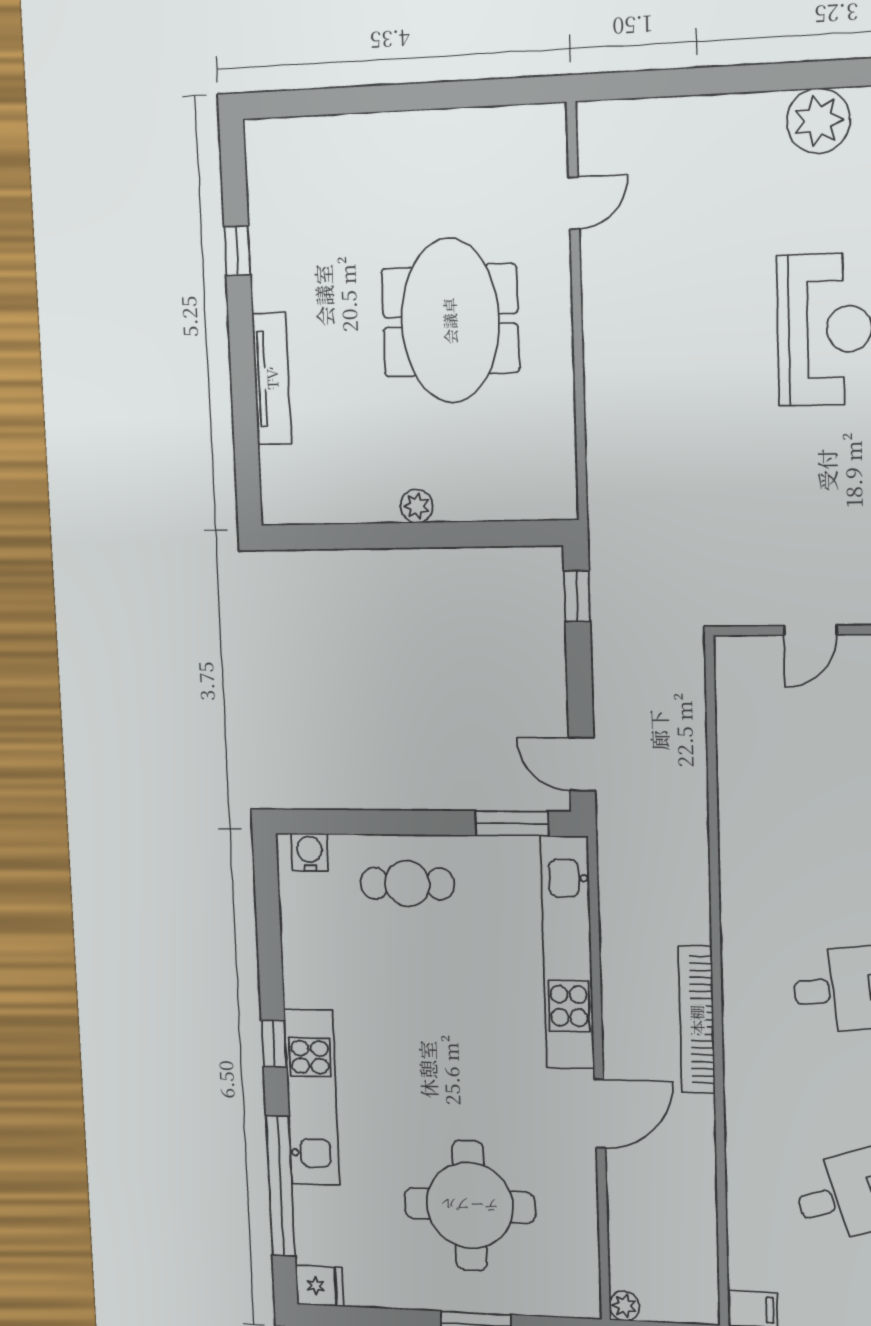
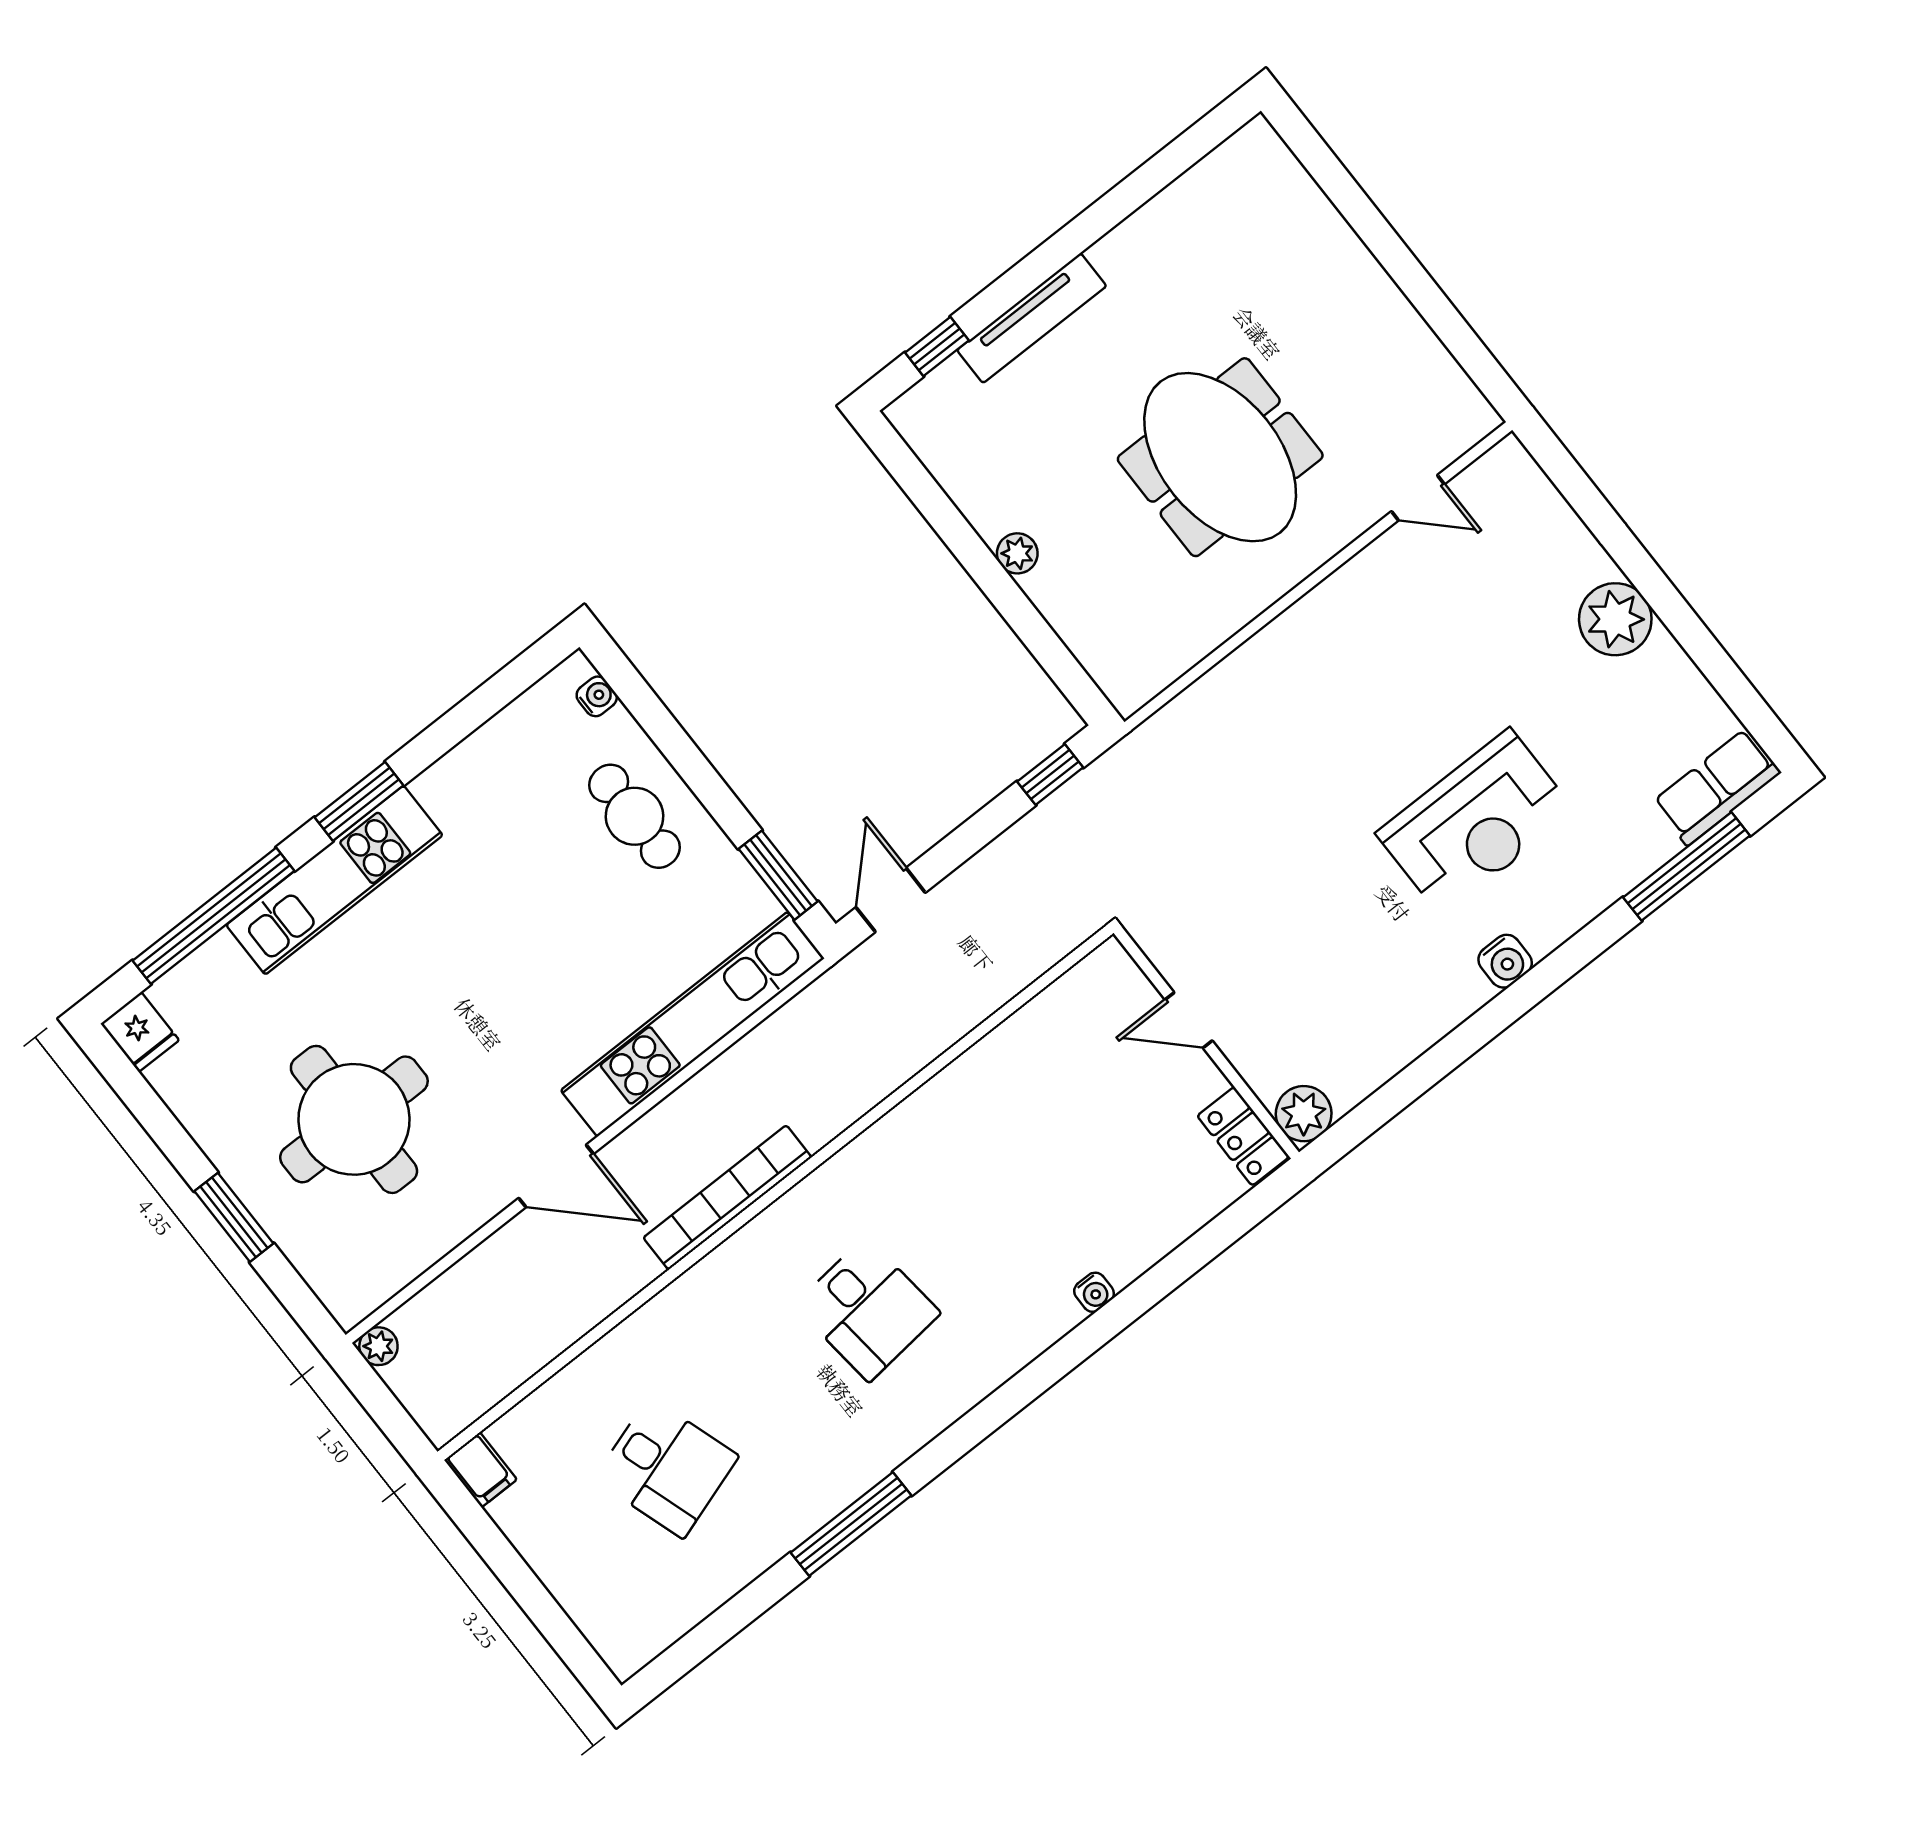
plant: (818, 121) -> (1615, 619), moved
window: (237, 251) -> (937, 347), moved
meeting table: (450, 321) -> (1220, 457), turned 90
water cooler: (310, 852) -> (597, 696), width x0.72, depth x0.72
window: (274, 1044) -> (359, 801), width x1.50

